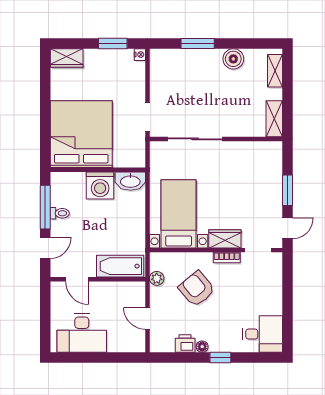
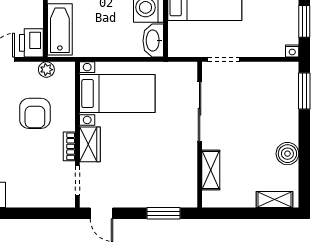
window: (198, 43) -> (304, 91), moved
shelving: (274, 119) -> (211, 170), moved, turned 90
window: (287, 190) -> (163, 213), moved
armchair: (197, 289) -> (35, 113), turned 130
printer: (133, 292) -> (31, 43), added

